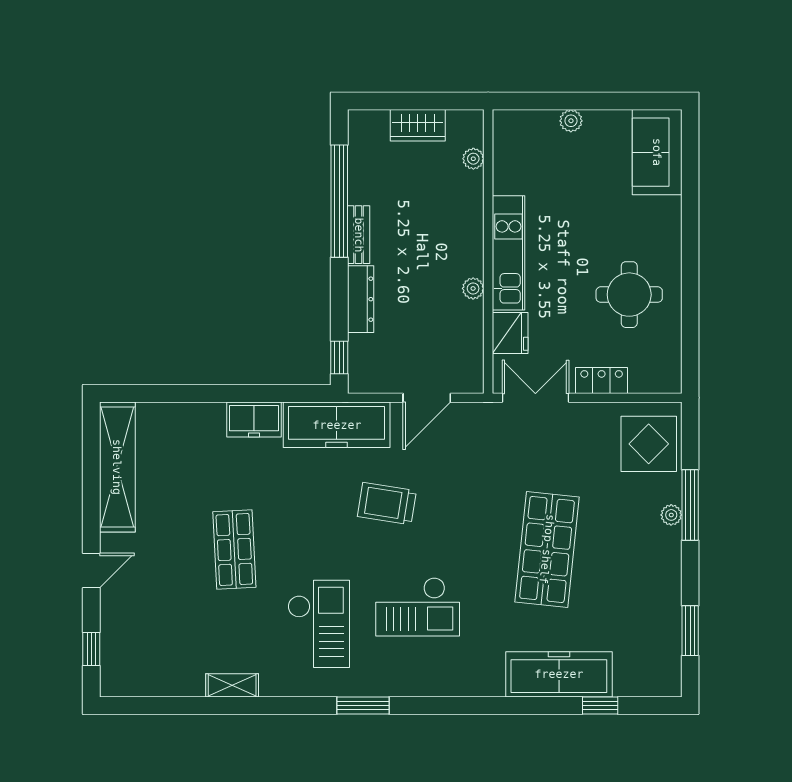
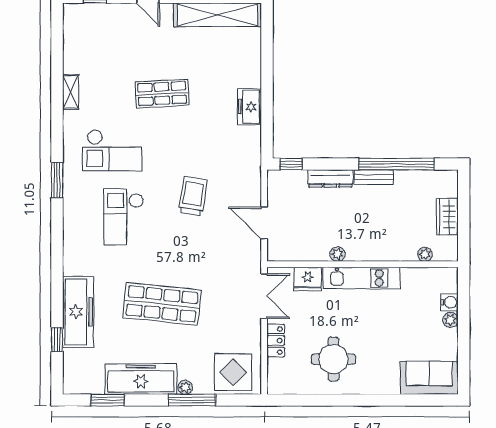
water cooler: (545, 122) -> (449, 302), added
freezer: (337, 425) -> (141, 379), moved, turned 90

